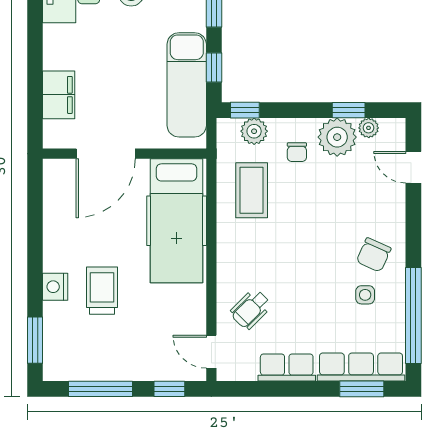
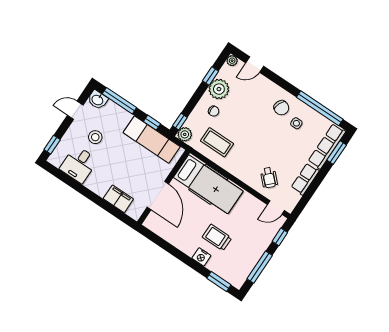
plant: (369, 128) -> (232, 61), moved
plant: (254, 131) -> (185, 134), moved

